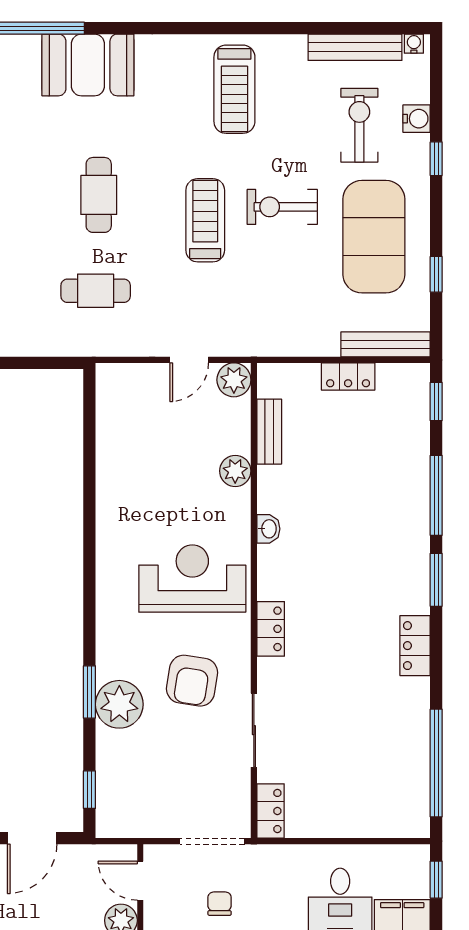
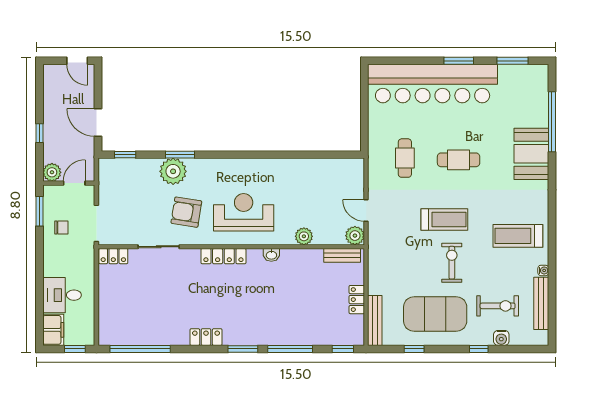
water cooler: (414, 44) -> (543, 270), moved
bench: (269, 432) -> (342, 255), moved
reception desk: (192, 579) -> (244, 212), turned -90
locker: (271, 629) -> (223, 256), width x1.53

